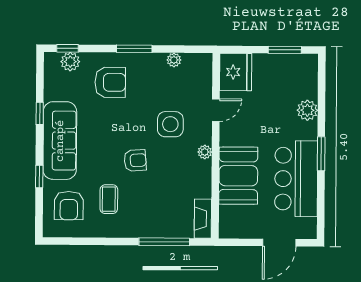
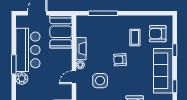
door: (216, 110) -> (74, 77), moved
plant: (307, 110) -> (22, 78), moved
booth: (238, 176) -> (61, 32), moved
armchair: (69, 206) -> (158, 34), turned -90
fireplace: (203, 219) -> (81, 49), moved

